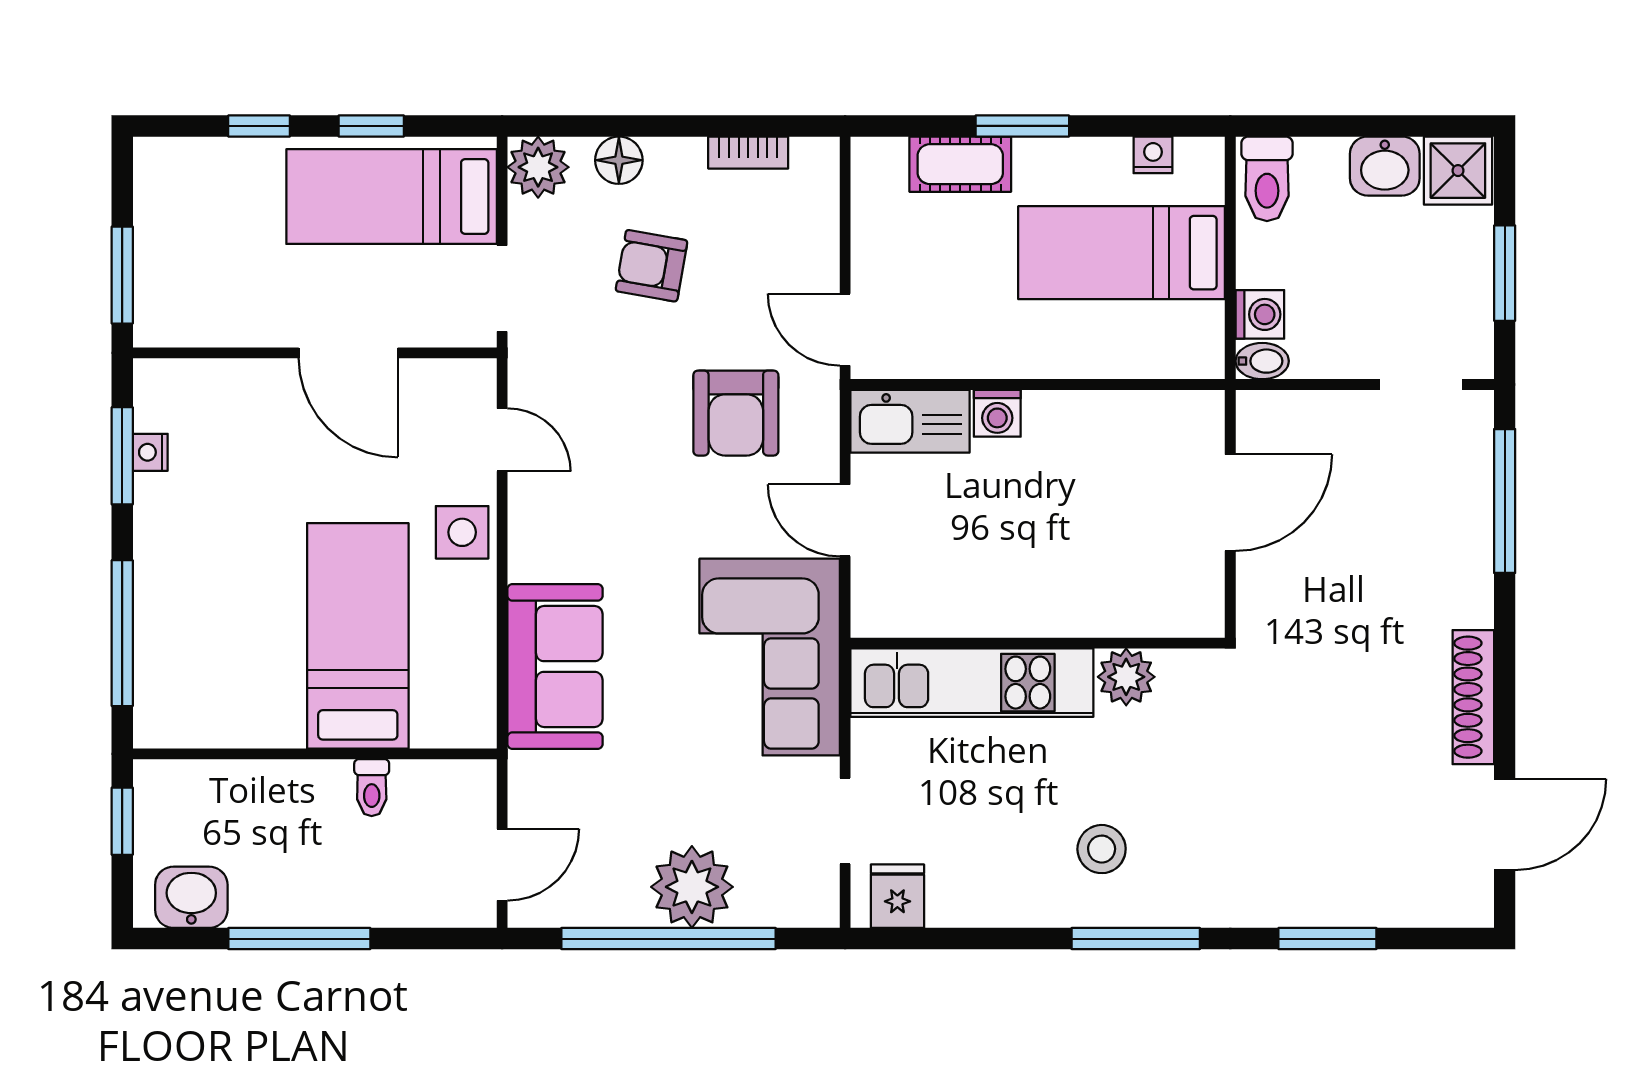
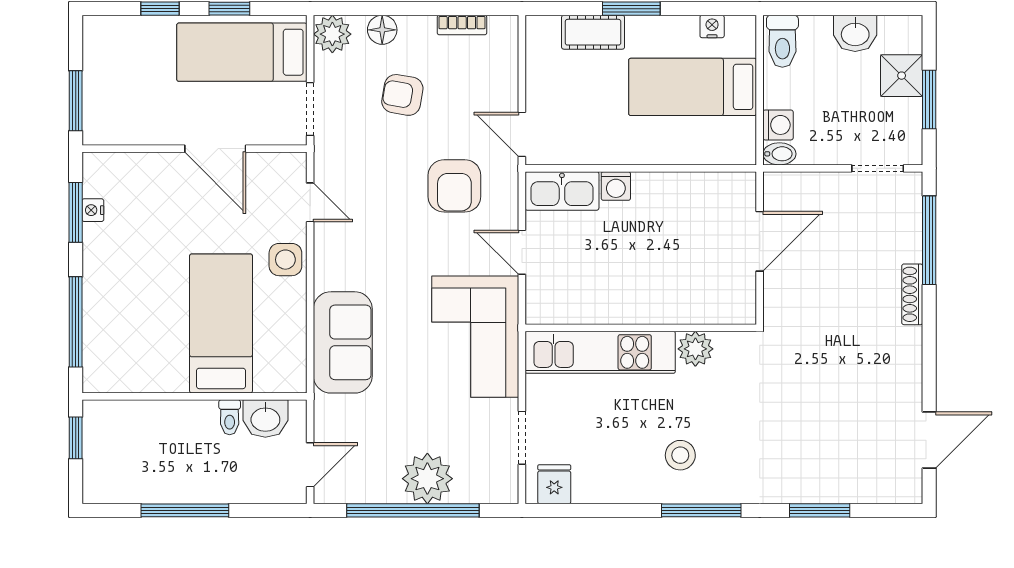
shower: (1458, 171) -> (902, 76), moved
shoe rack: (1473, 697) -> (912, 294), moved, width x0.74, depth x0.81
washbasin: (191, 897) -> (265, 419), moved, turned 180

